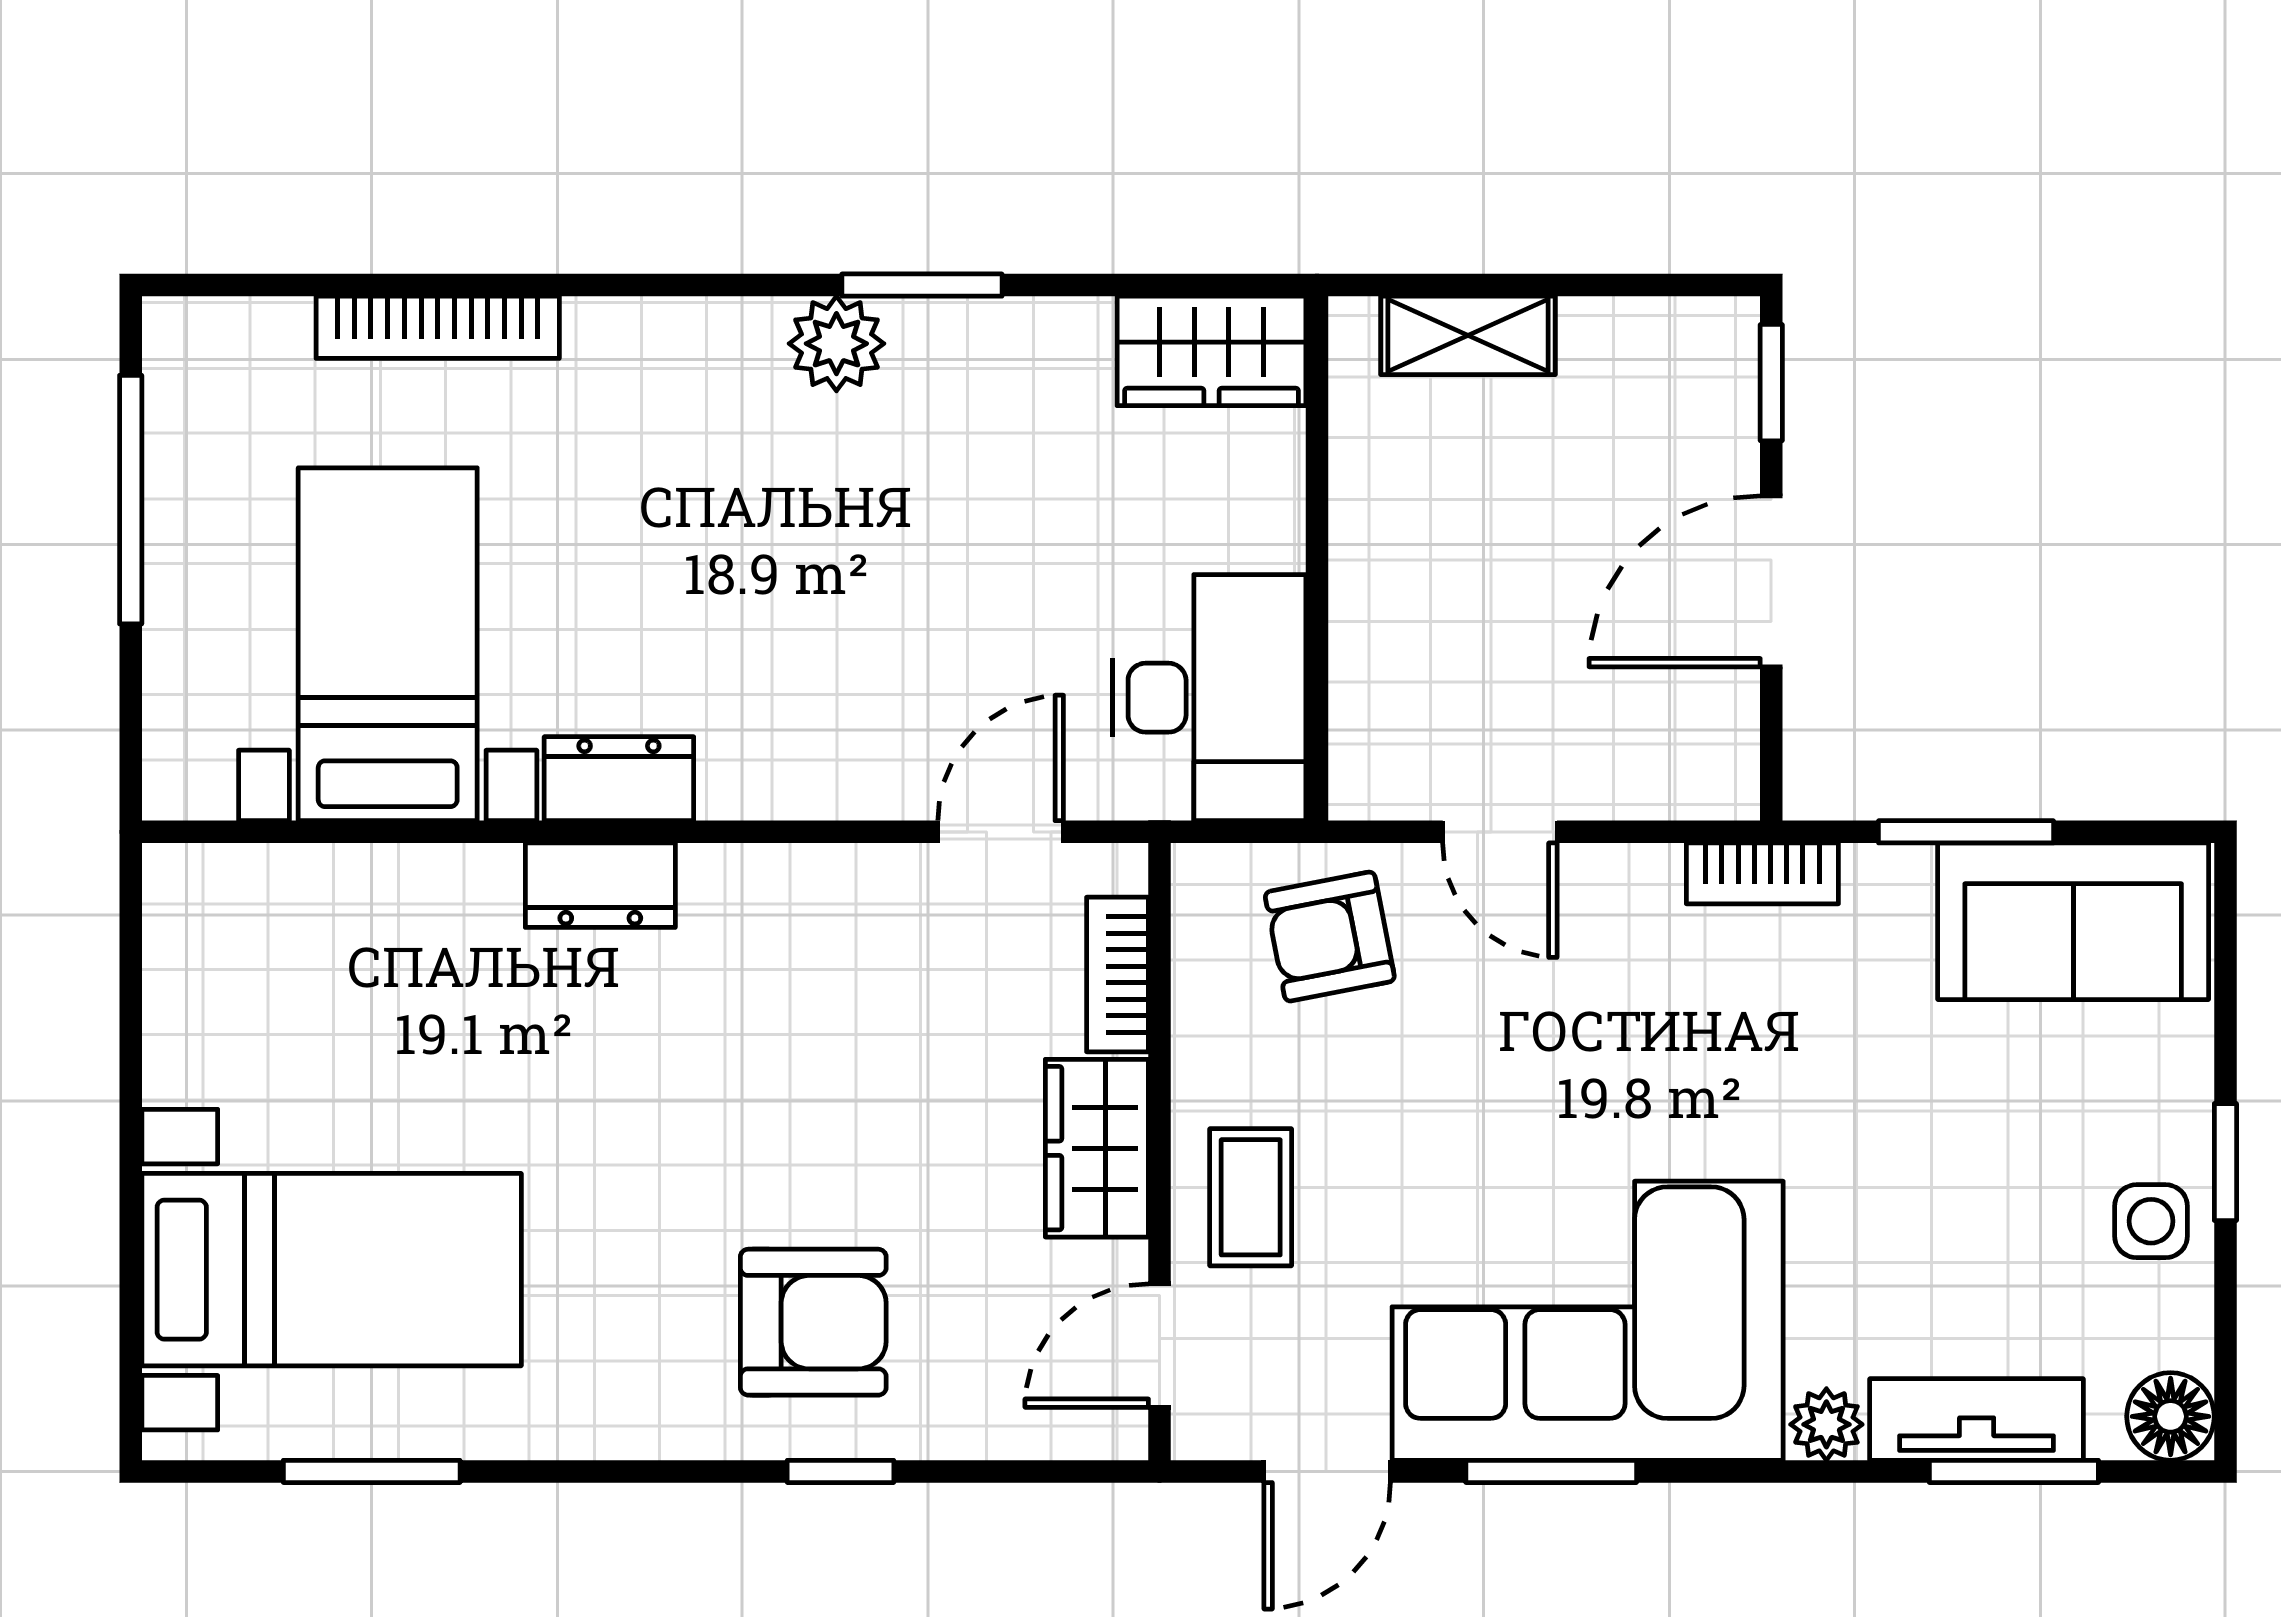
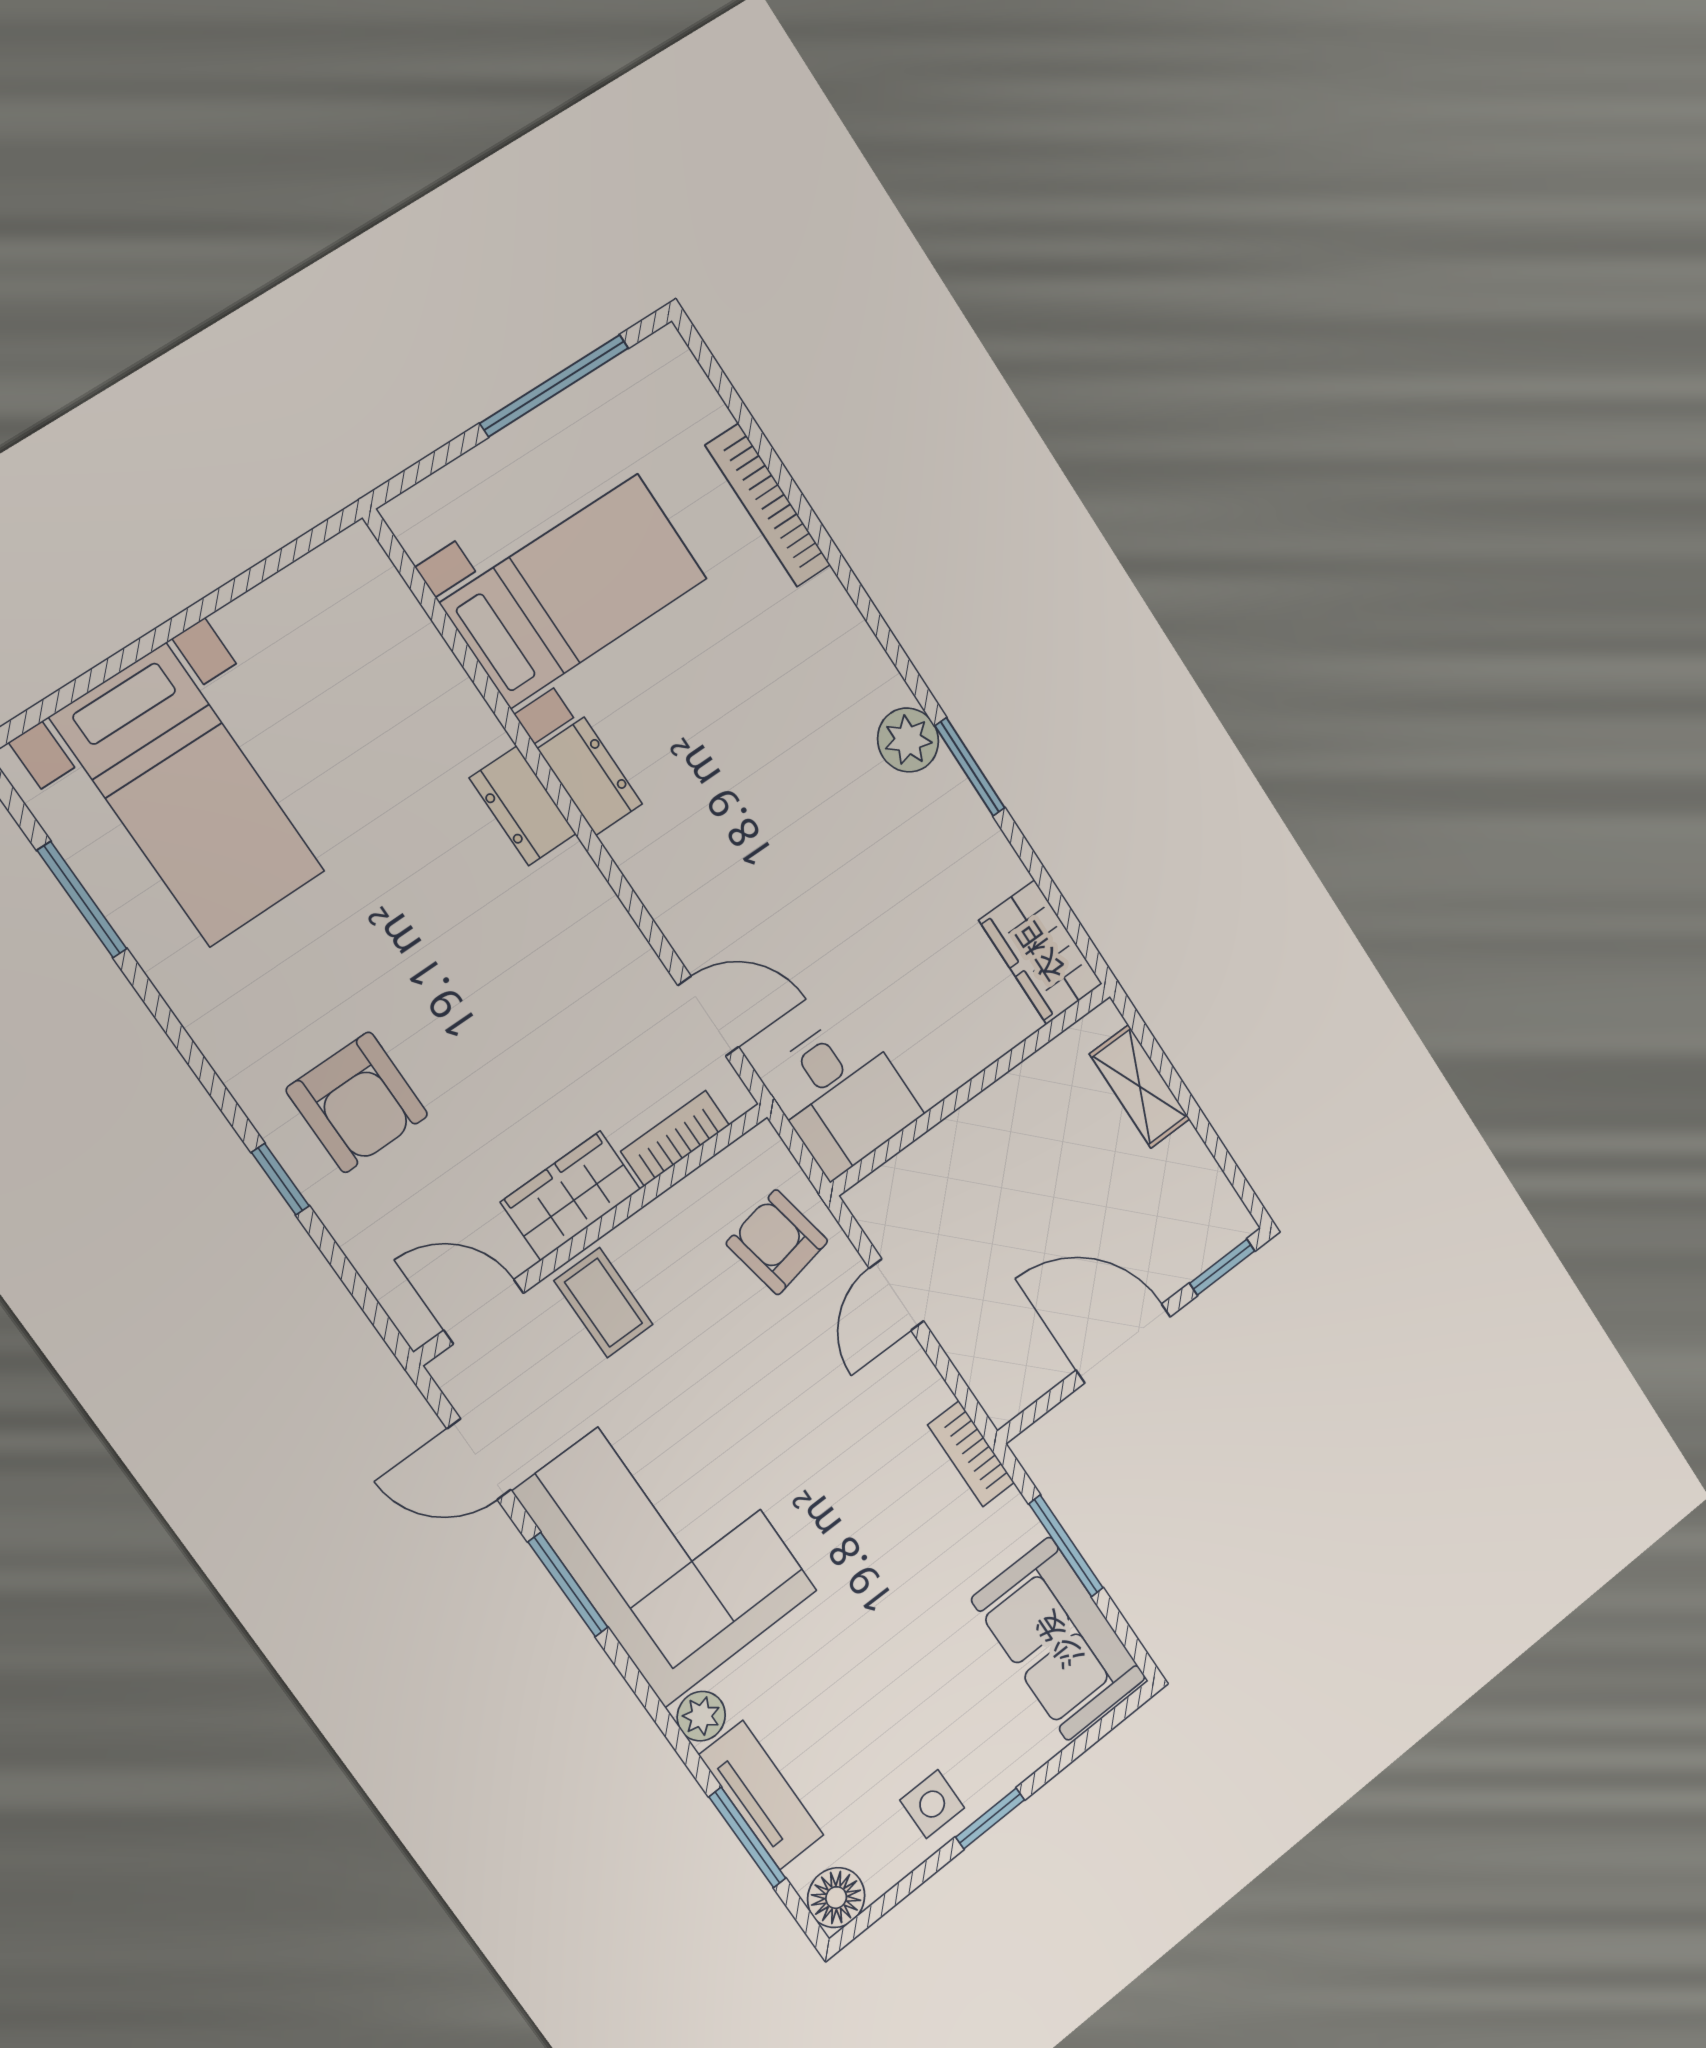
desk: (1209, 698) -> (842, 1095), width x0.73
coffee table: (1251, 1197) -> (604, 1303), turned 90

